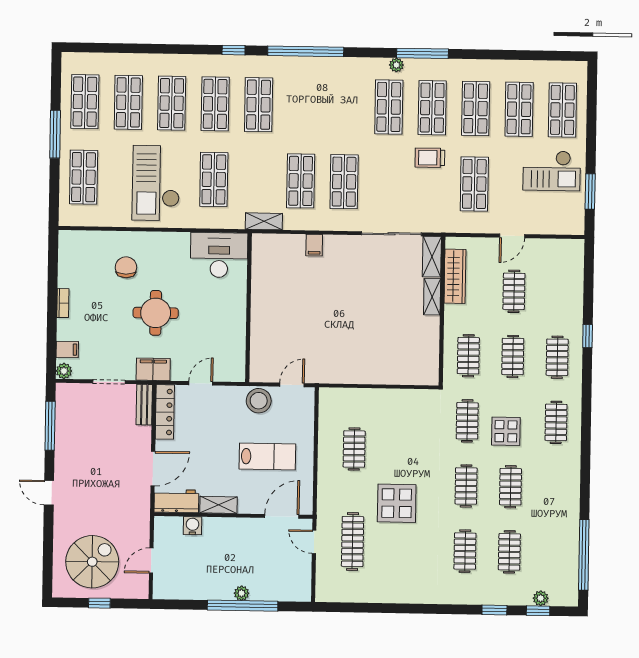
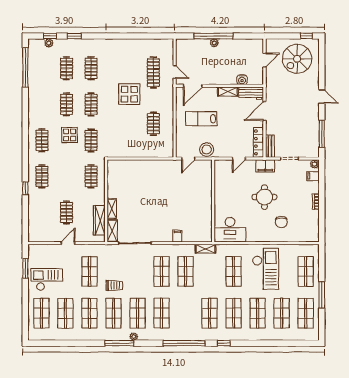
shop shelf: (345, 106) -> (162, 313), added
clothes rail: (513, 356) -> (67, 176), removed
window: (99, 603) -> (306, 36), moved

